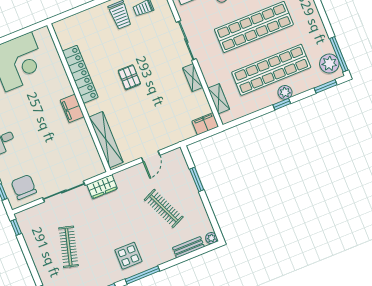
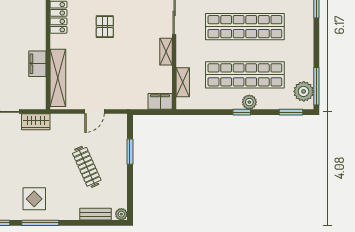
filing cabinet: (72, 108) -> (37, 64), moved

